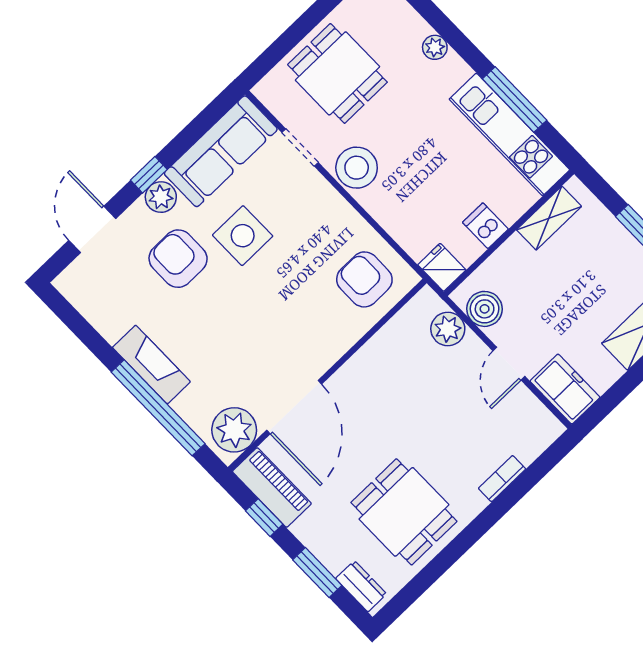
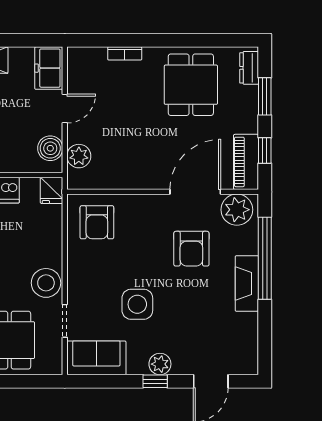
sofa: (221, 151) -> (96, 358), width x0.73
armchair: (178, 259) -> (191, 249), moved

